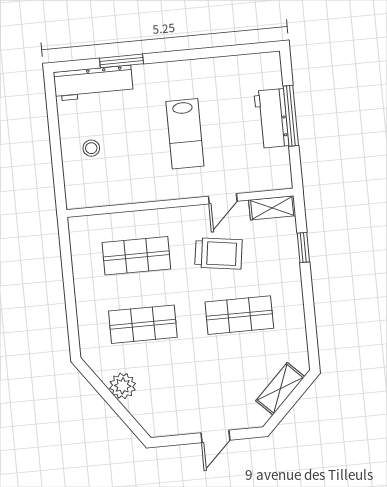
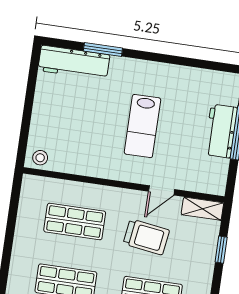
stool: (91, 148) -> (40, 158), moved

